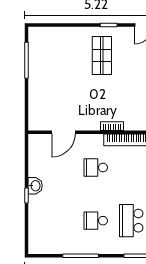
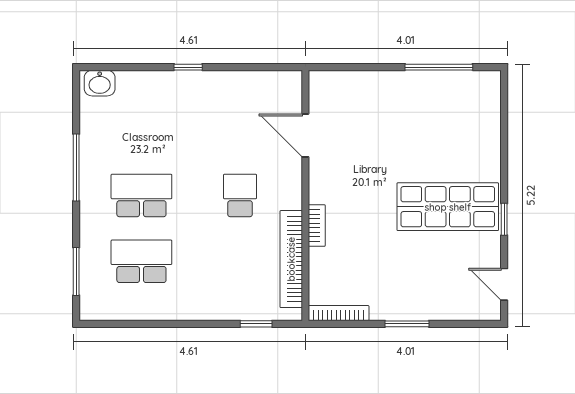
shop shelf: (102, 55) -> (448, 207), width x1.43, depth x1.36
washbasin: (35, 186) -> (100, 83), moved
school desk: (96, 221) -> (141, 195), width x1.85

